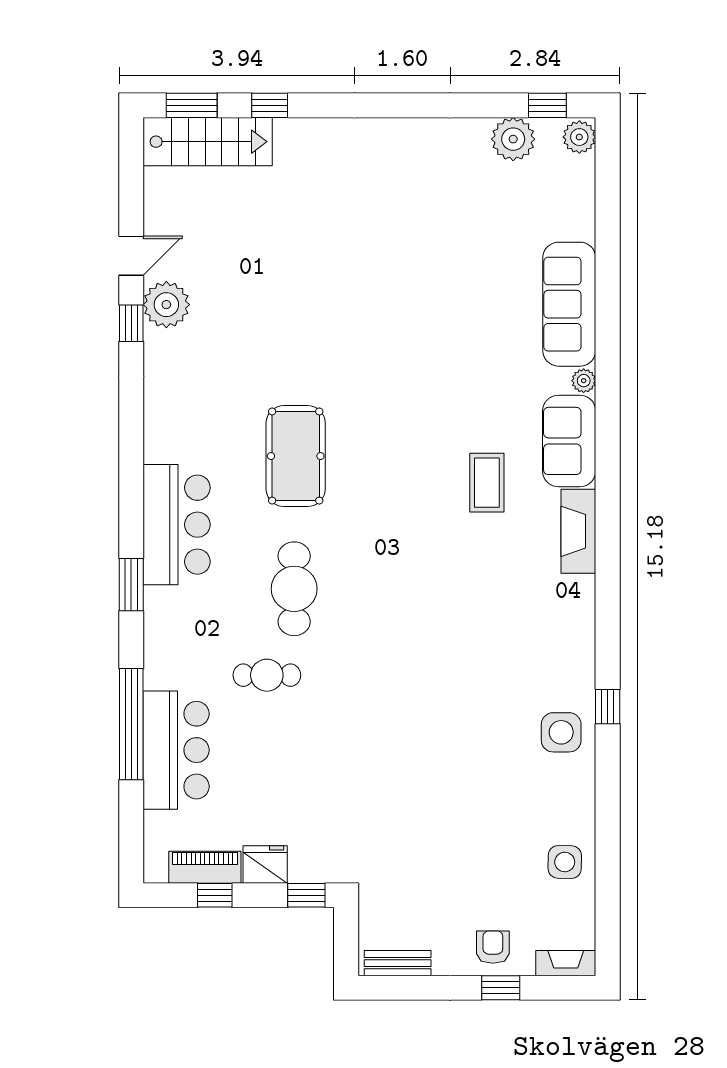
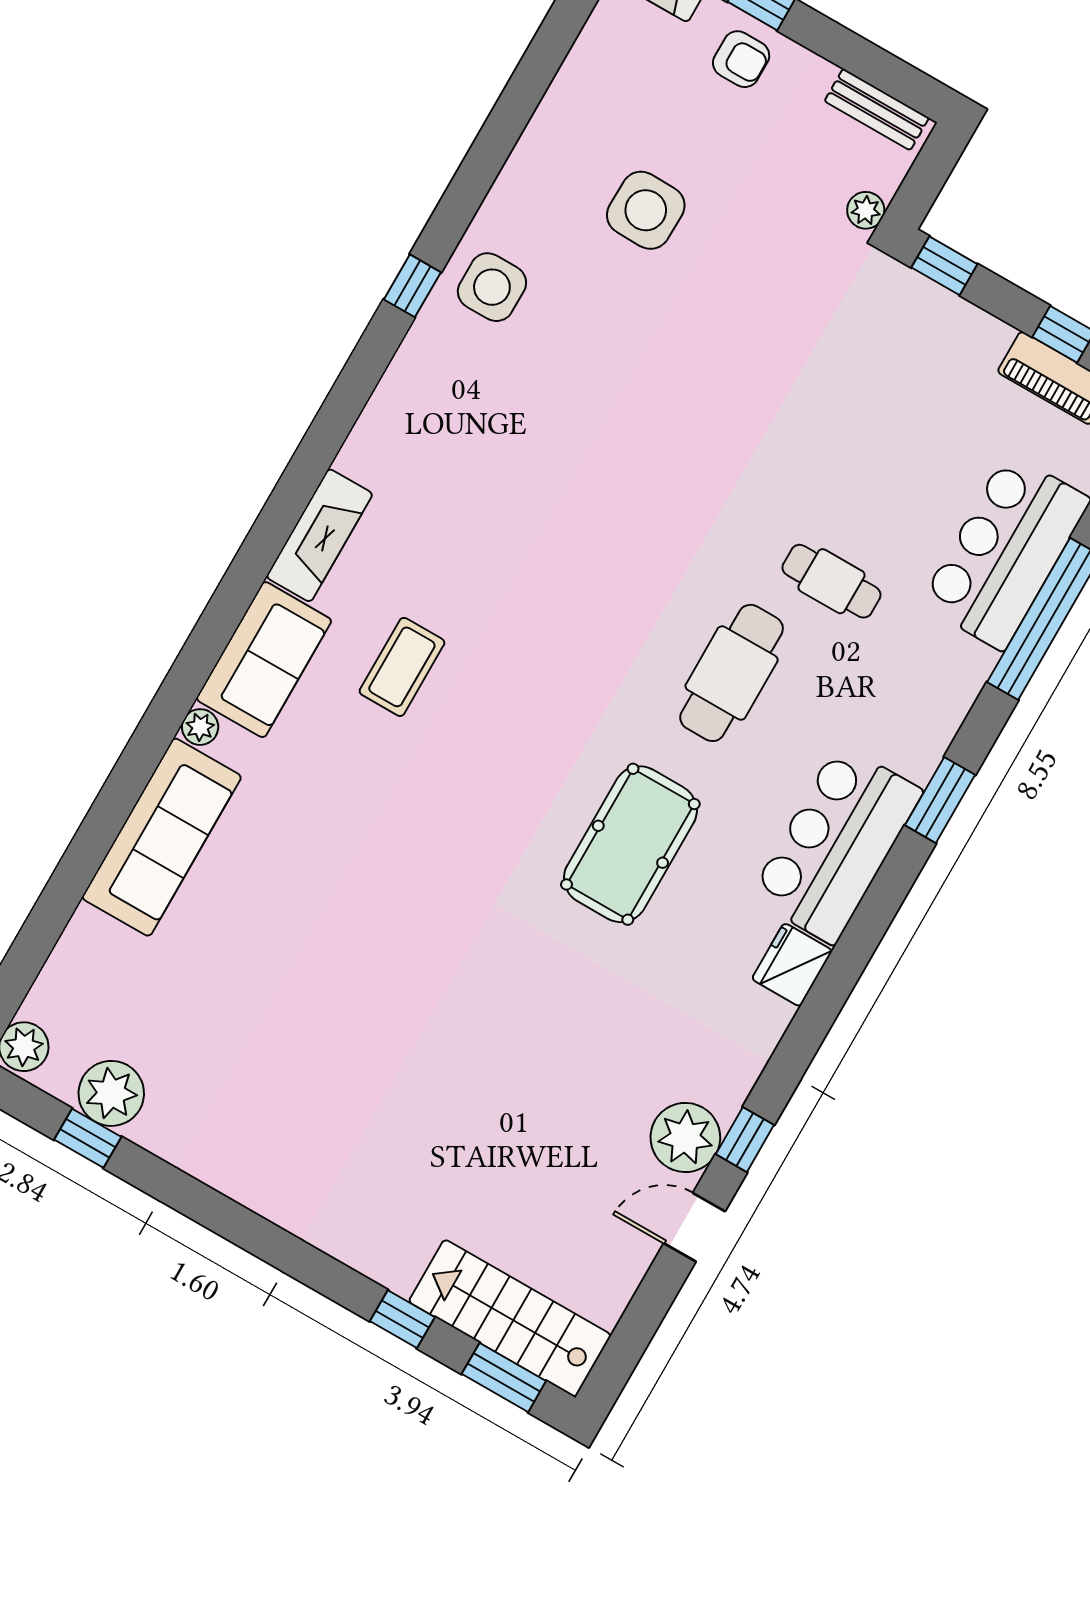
window: (547, 105) -> (88, 1138), moved
side table: (565, 862) -> (646, 210), moved, width x1.37, depth x1.37
fridge: (265, 864) -> (792, 965), moved, turned 90
plant: (370, 901) -> (866, 210), added
armchair: (493, 947) -> (741, 59), turned -90

